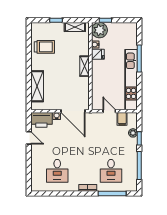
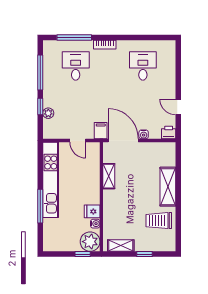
shelving: (84, 66) -> (109, 176), moved
shelving: (37, 86) -> (168, 187), moved
filing cabinet: (122, 119) -> (101, 131), moved
printer: (41, 120) -> (169, 133), width x0.53, depth x0.68

